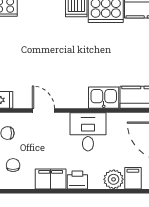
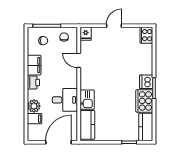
door: (43, 111) -> (79, 60), swing flipped
desk: (88, 132) -> (65, 100), moved

